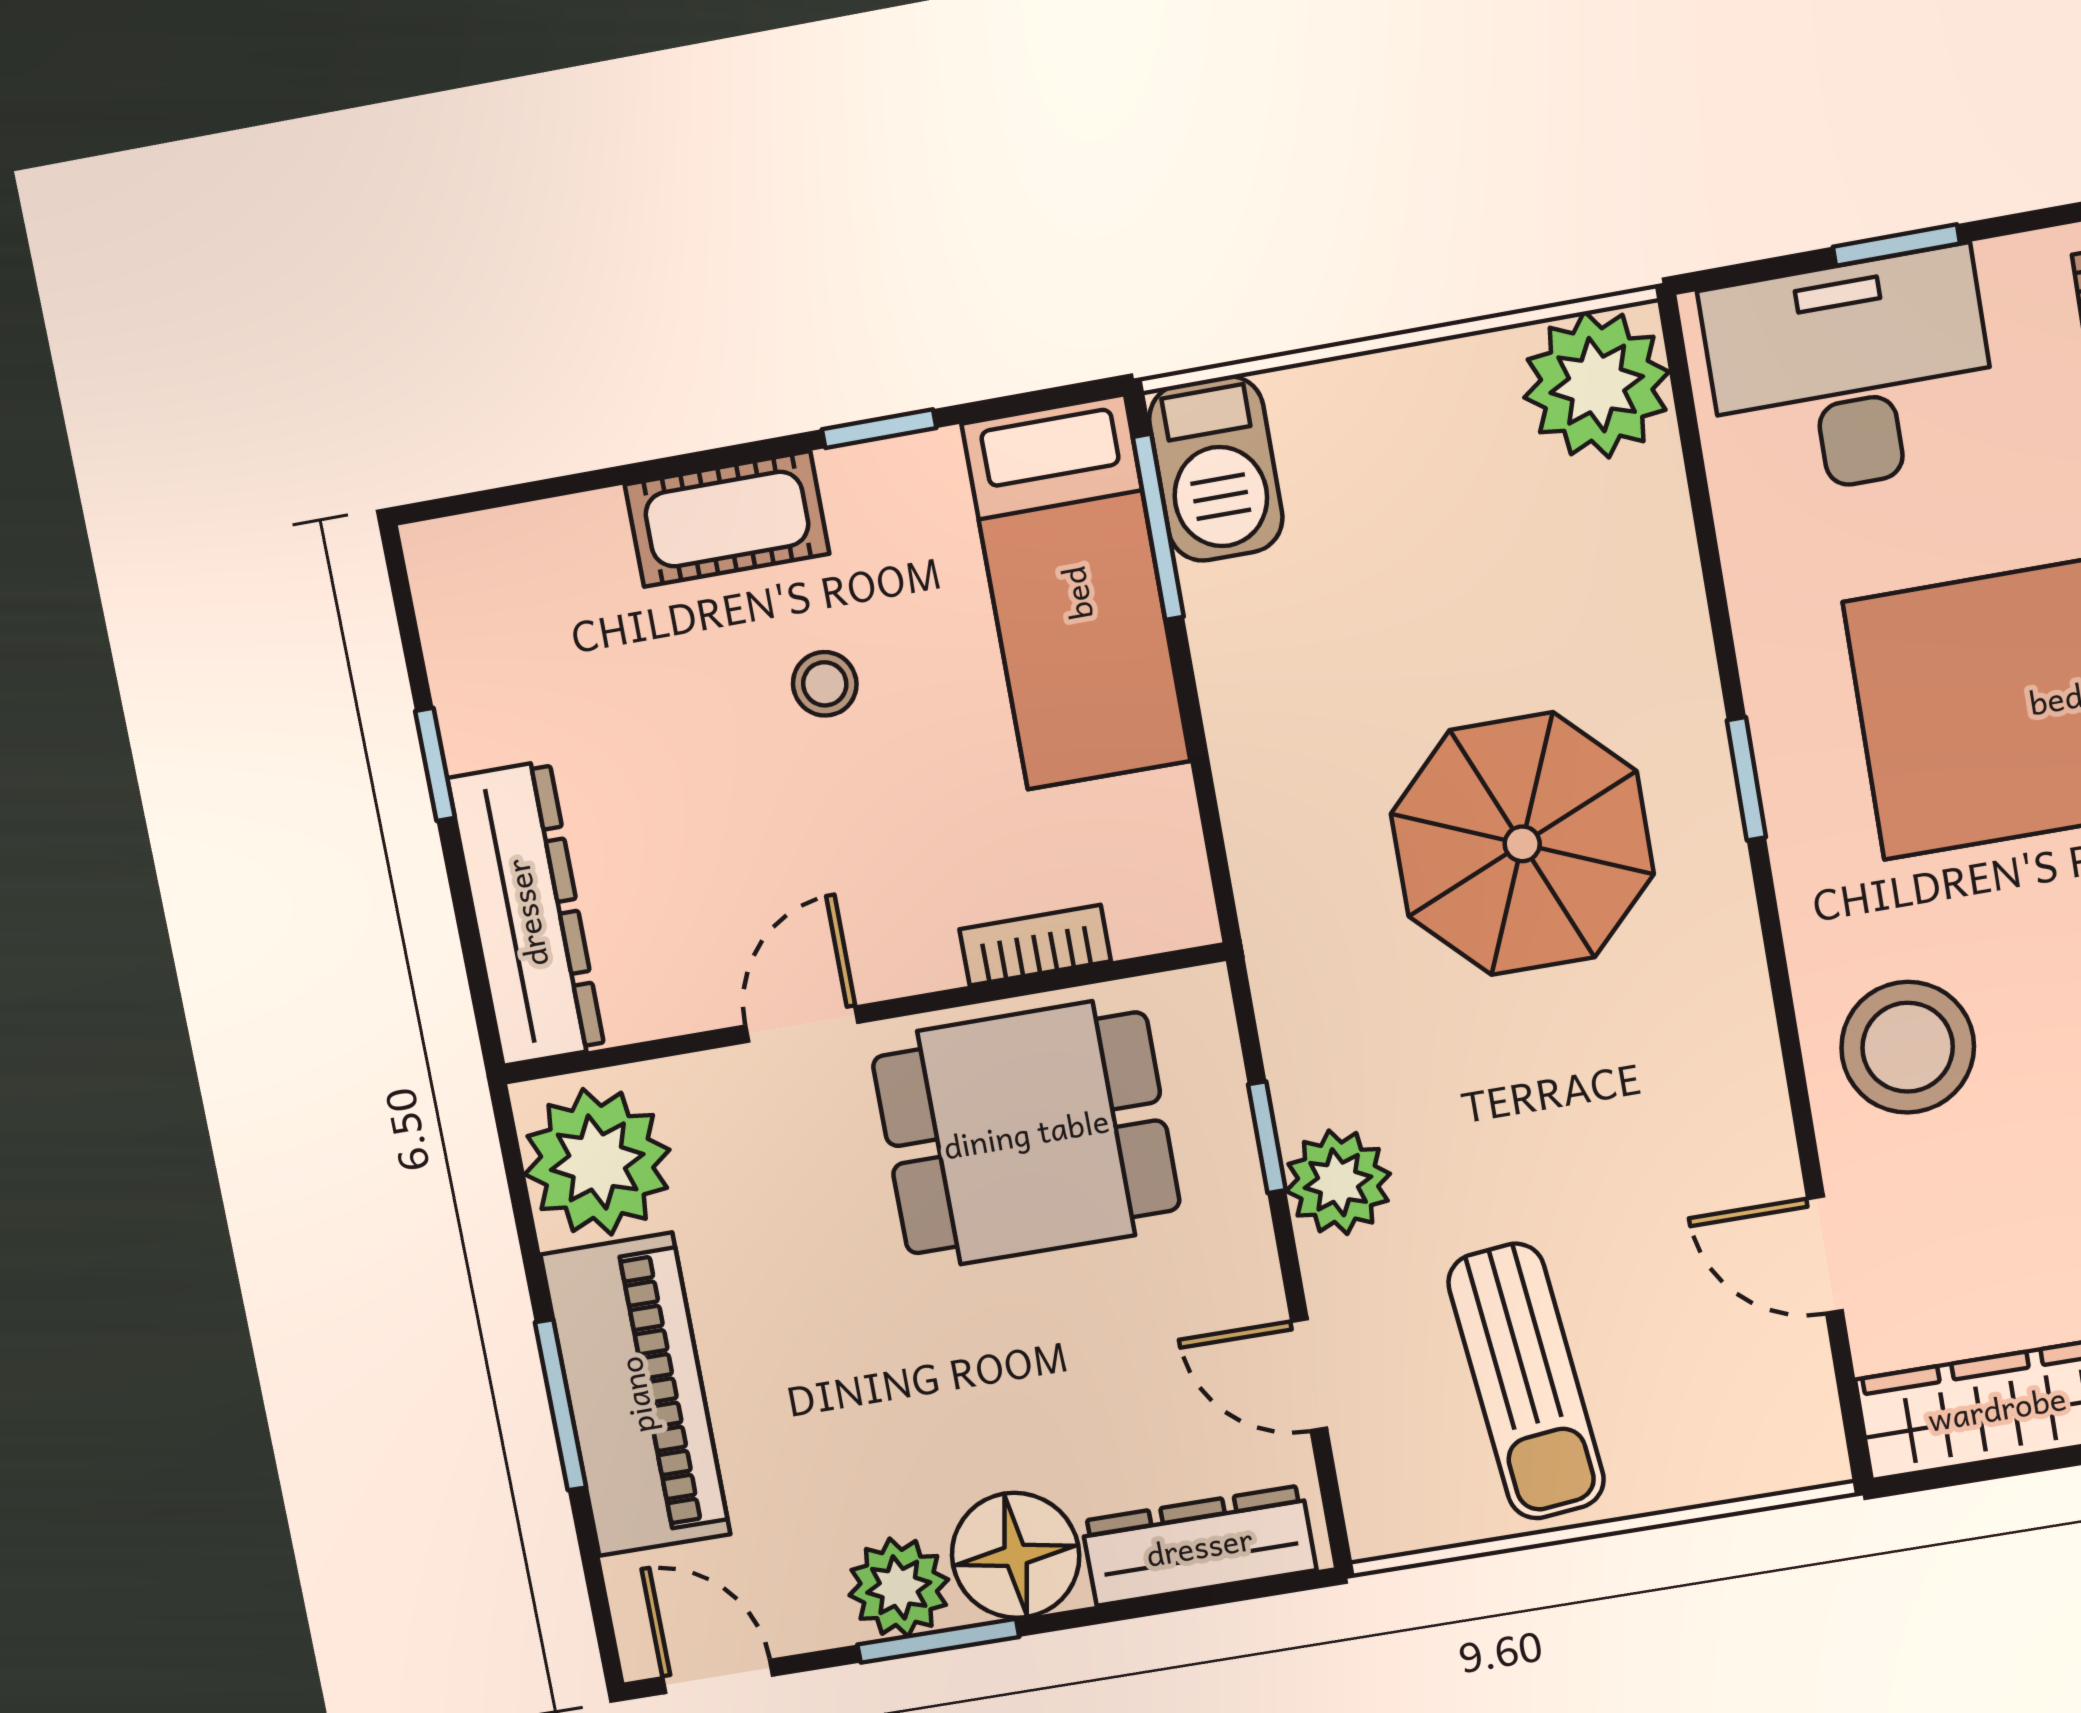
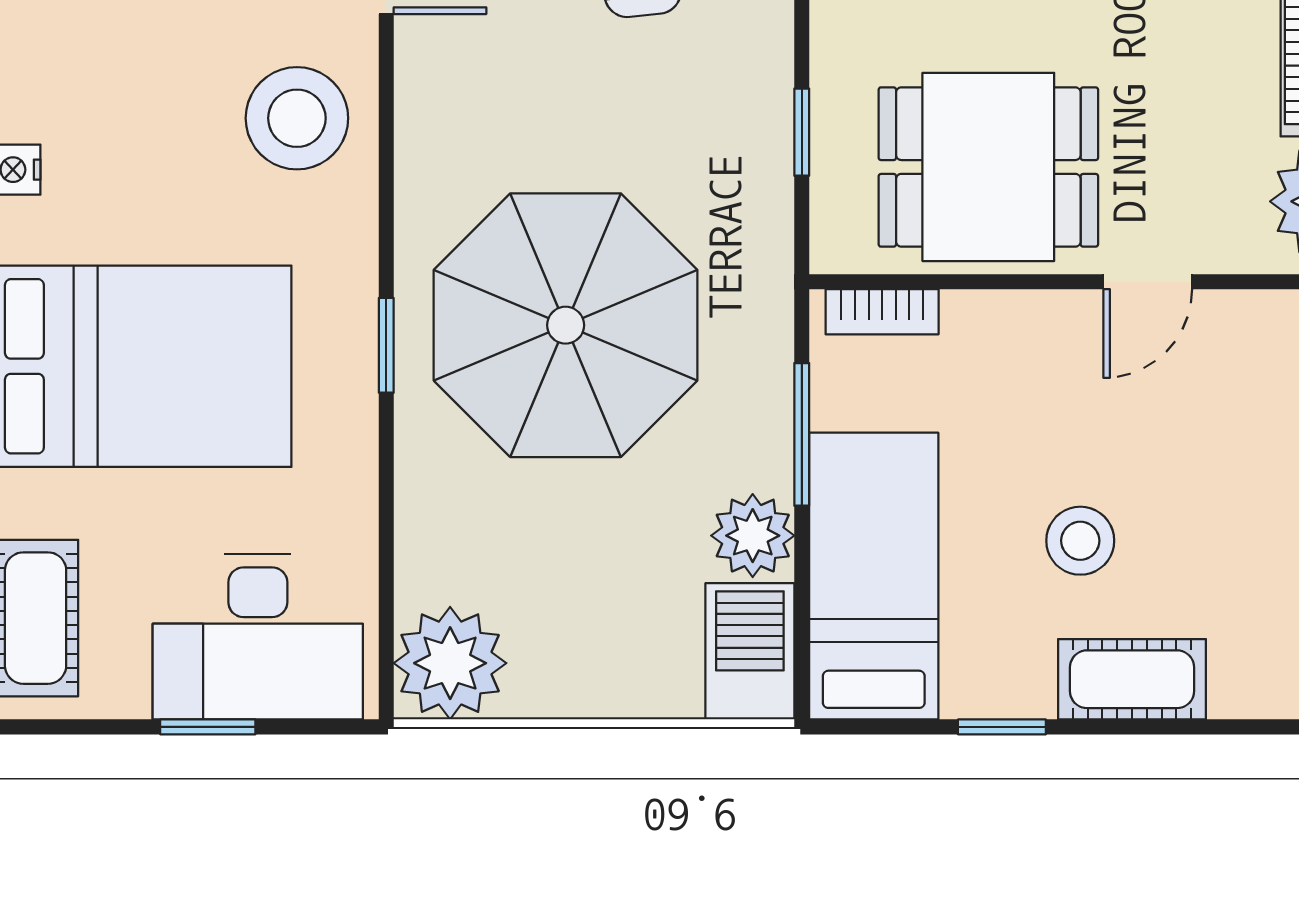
window: (1158, 527) -> (802, 434), moved
stool: (825, 684) -> (1080, 541), width x1.37, depth x1.37
parasol: (1522, 844) -> (566, 325), width x1.36, depth x1.36
bookcase: (1035, 945) -> (882, 312), moved
plant: (1338, 1182) -> (753, 536), moved

